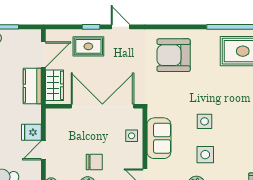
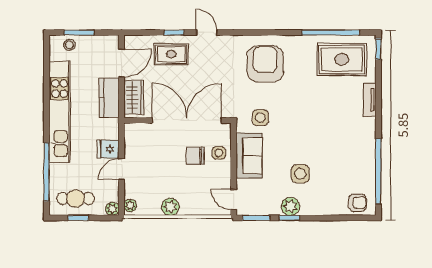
armchair: (174, 55) -> (265, 64), turned 90
side table: (205, 121) -> (260, 118), moved
chair: (94, 162) -> (195, 156), moved, turned 180

